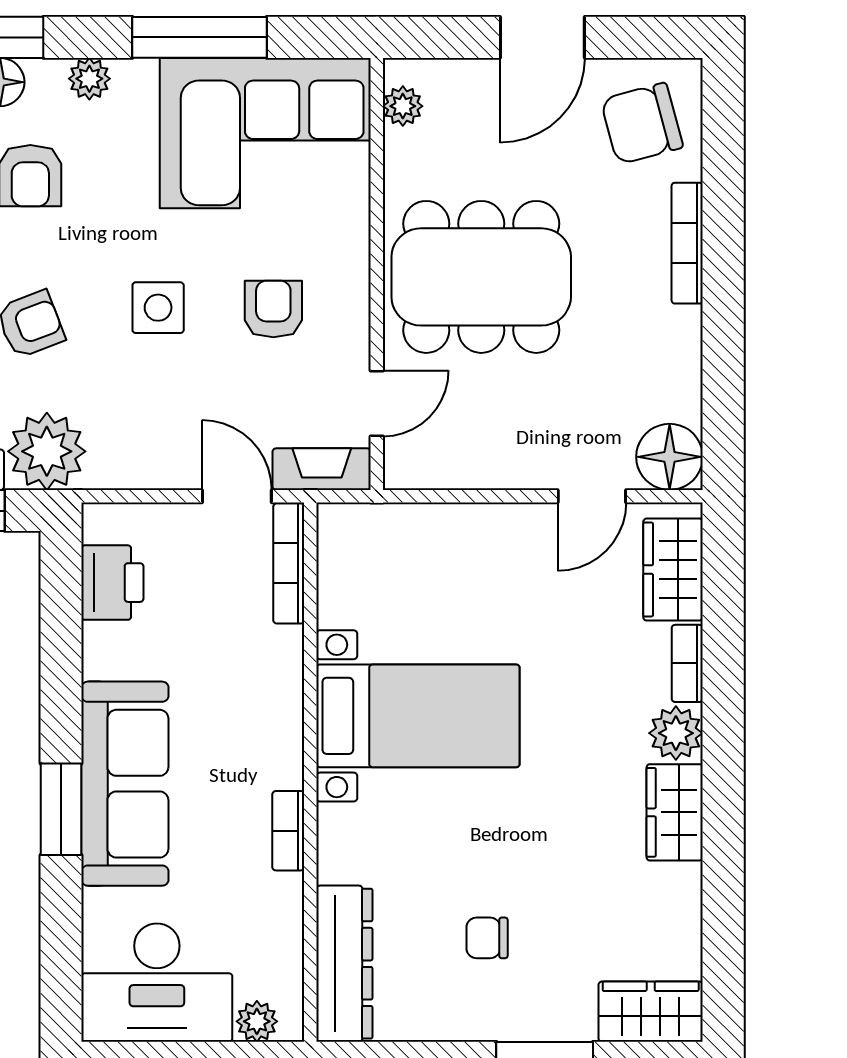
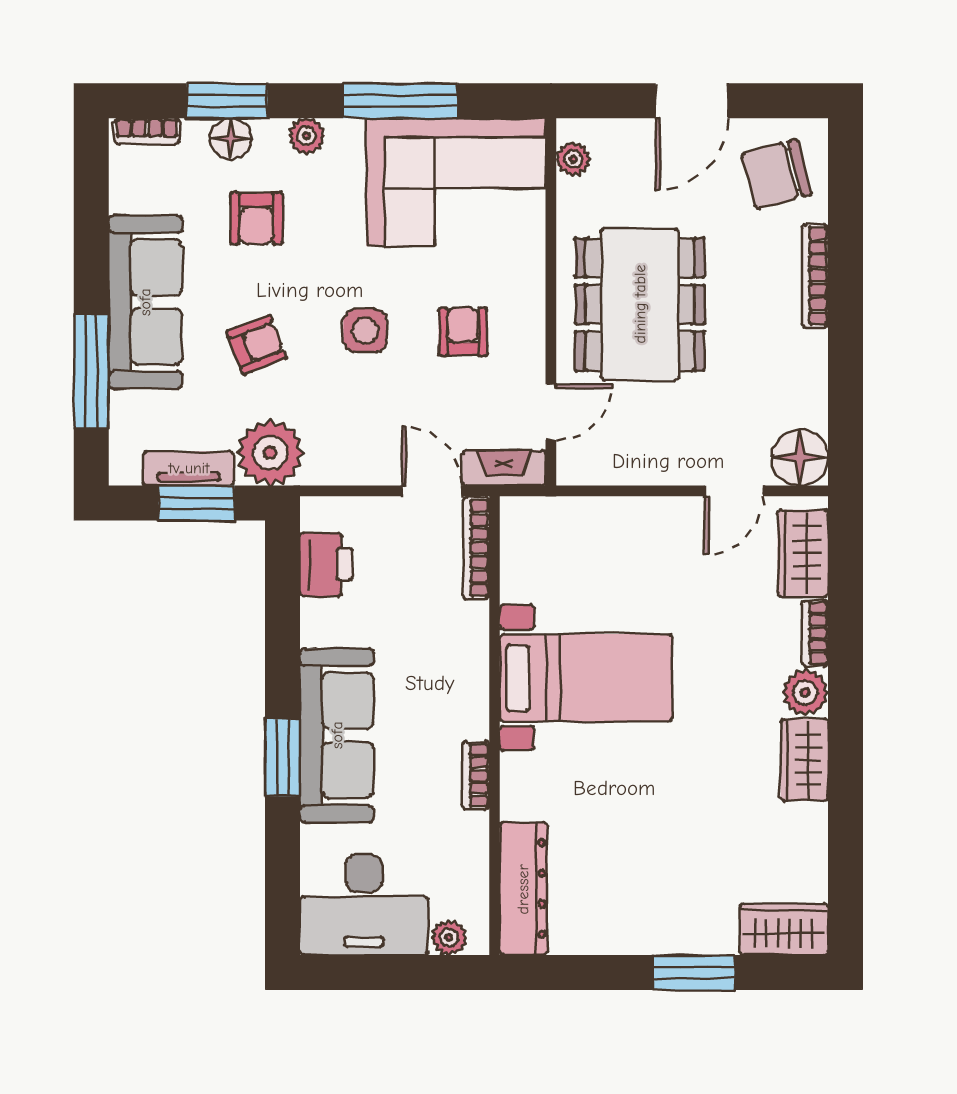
dining table: (481, 277) -> (640, 304), turned 90
chair: (487, 938) -> (645, 867), removed

